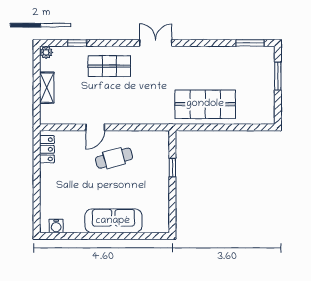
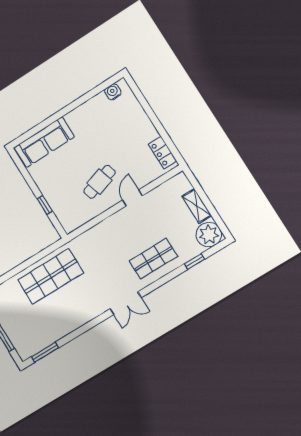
plant: (46, 52) -> (209, 235), width x1.88, depth x1.88
sofa: (113, 221) -> (44, 142), moved

